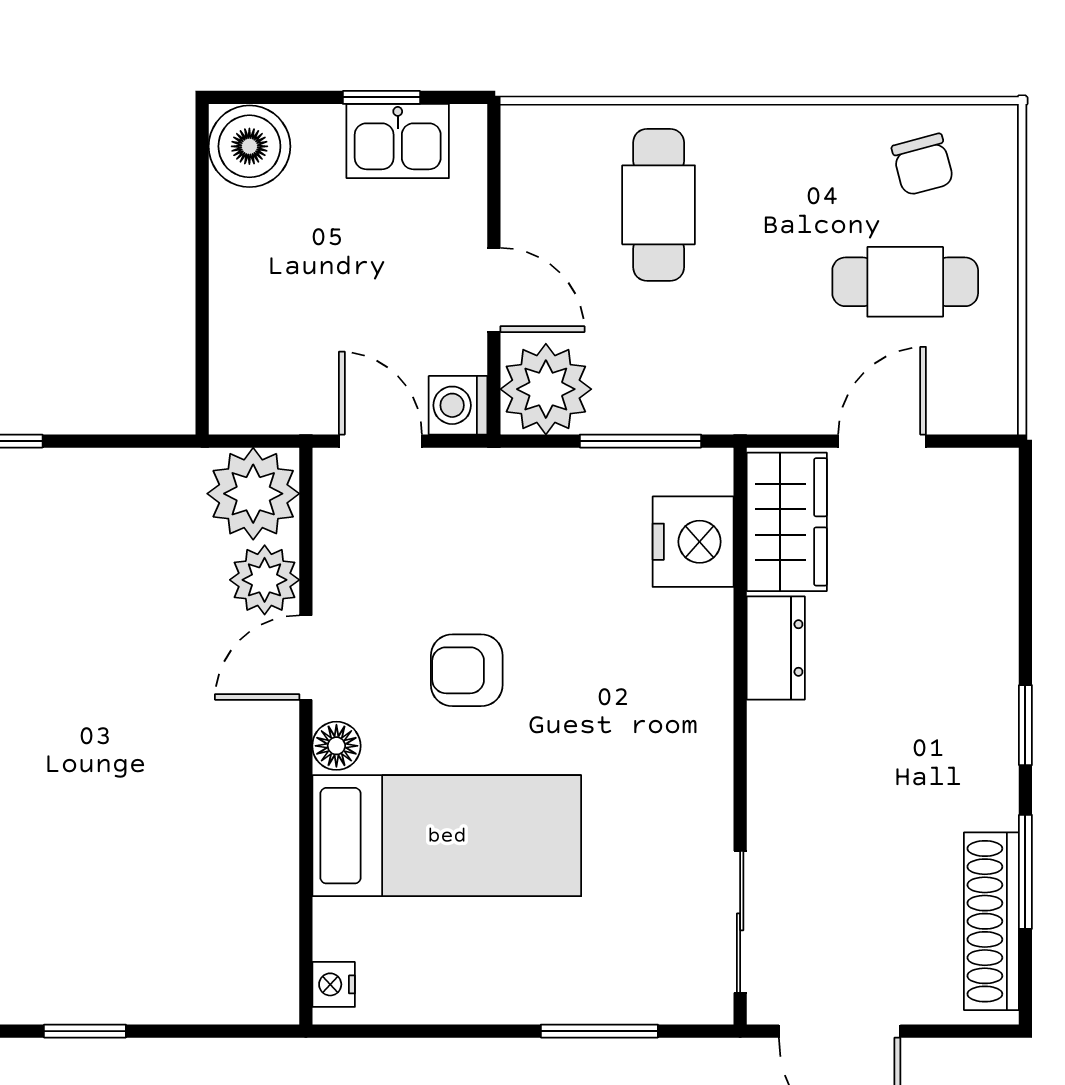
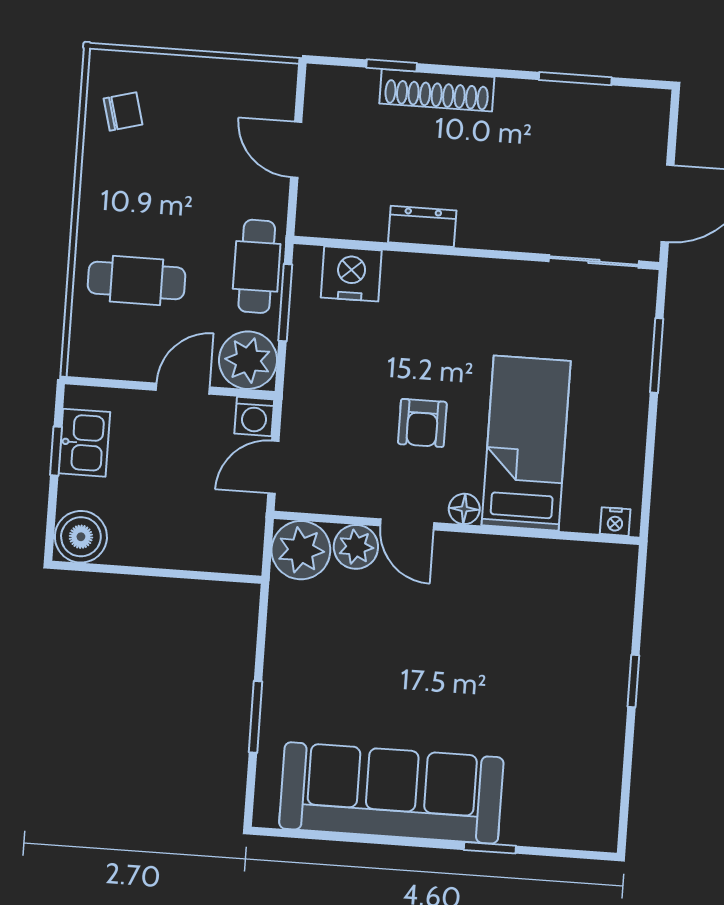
cafe table: (905, 282) -> (257, 266), moved
wardrobe: (787, 522) -> (343, 214), removed
window: (1025, 725) -> (392, 65), moved
shoe rack: (991, 921) -> (437, 90), moved

